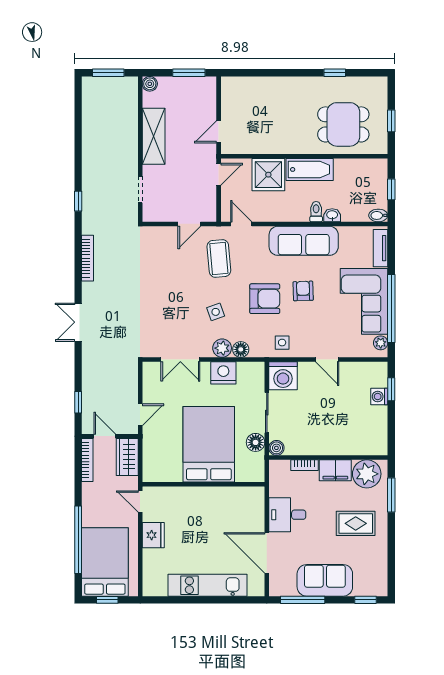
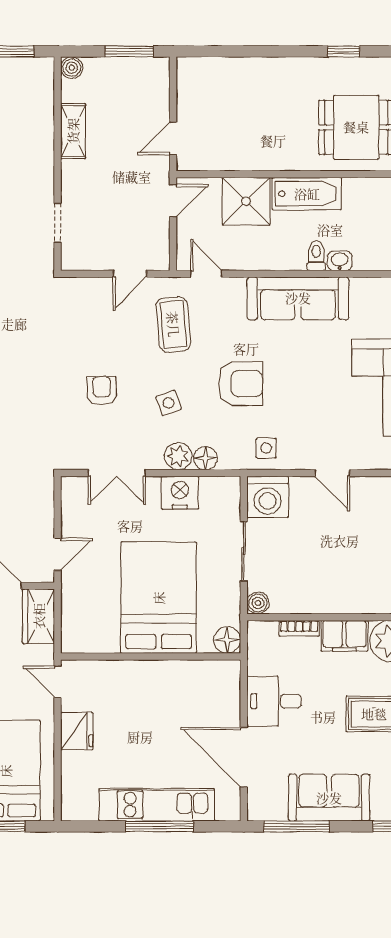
shelving: (154, 136) -> (73, 131), width x0.67, depth x0.75
armchair: (303, 291) -> (102, 391), moved
floor lamp: (256, 442) -> (227, 640), moved
window: (210, 600) -> (160, 826), added

